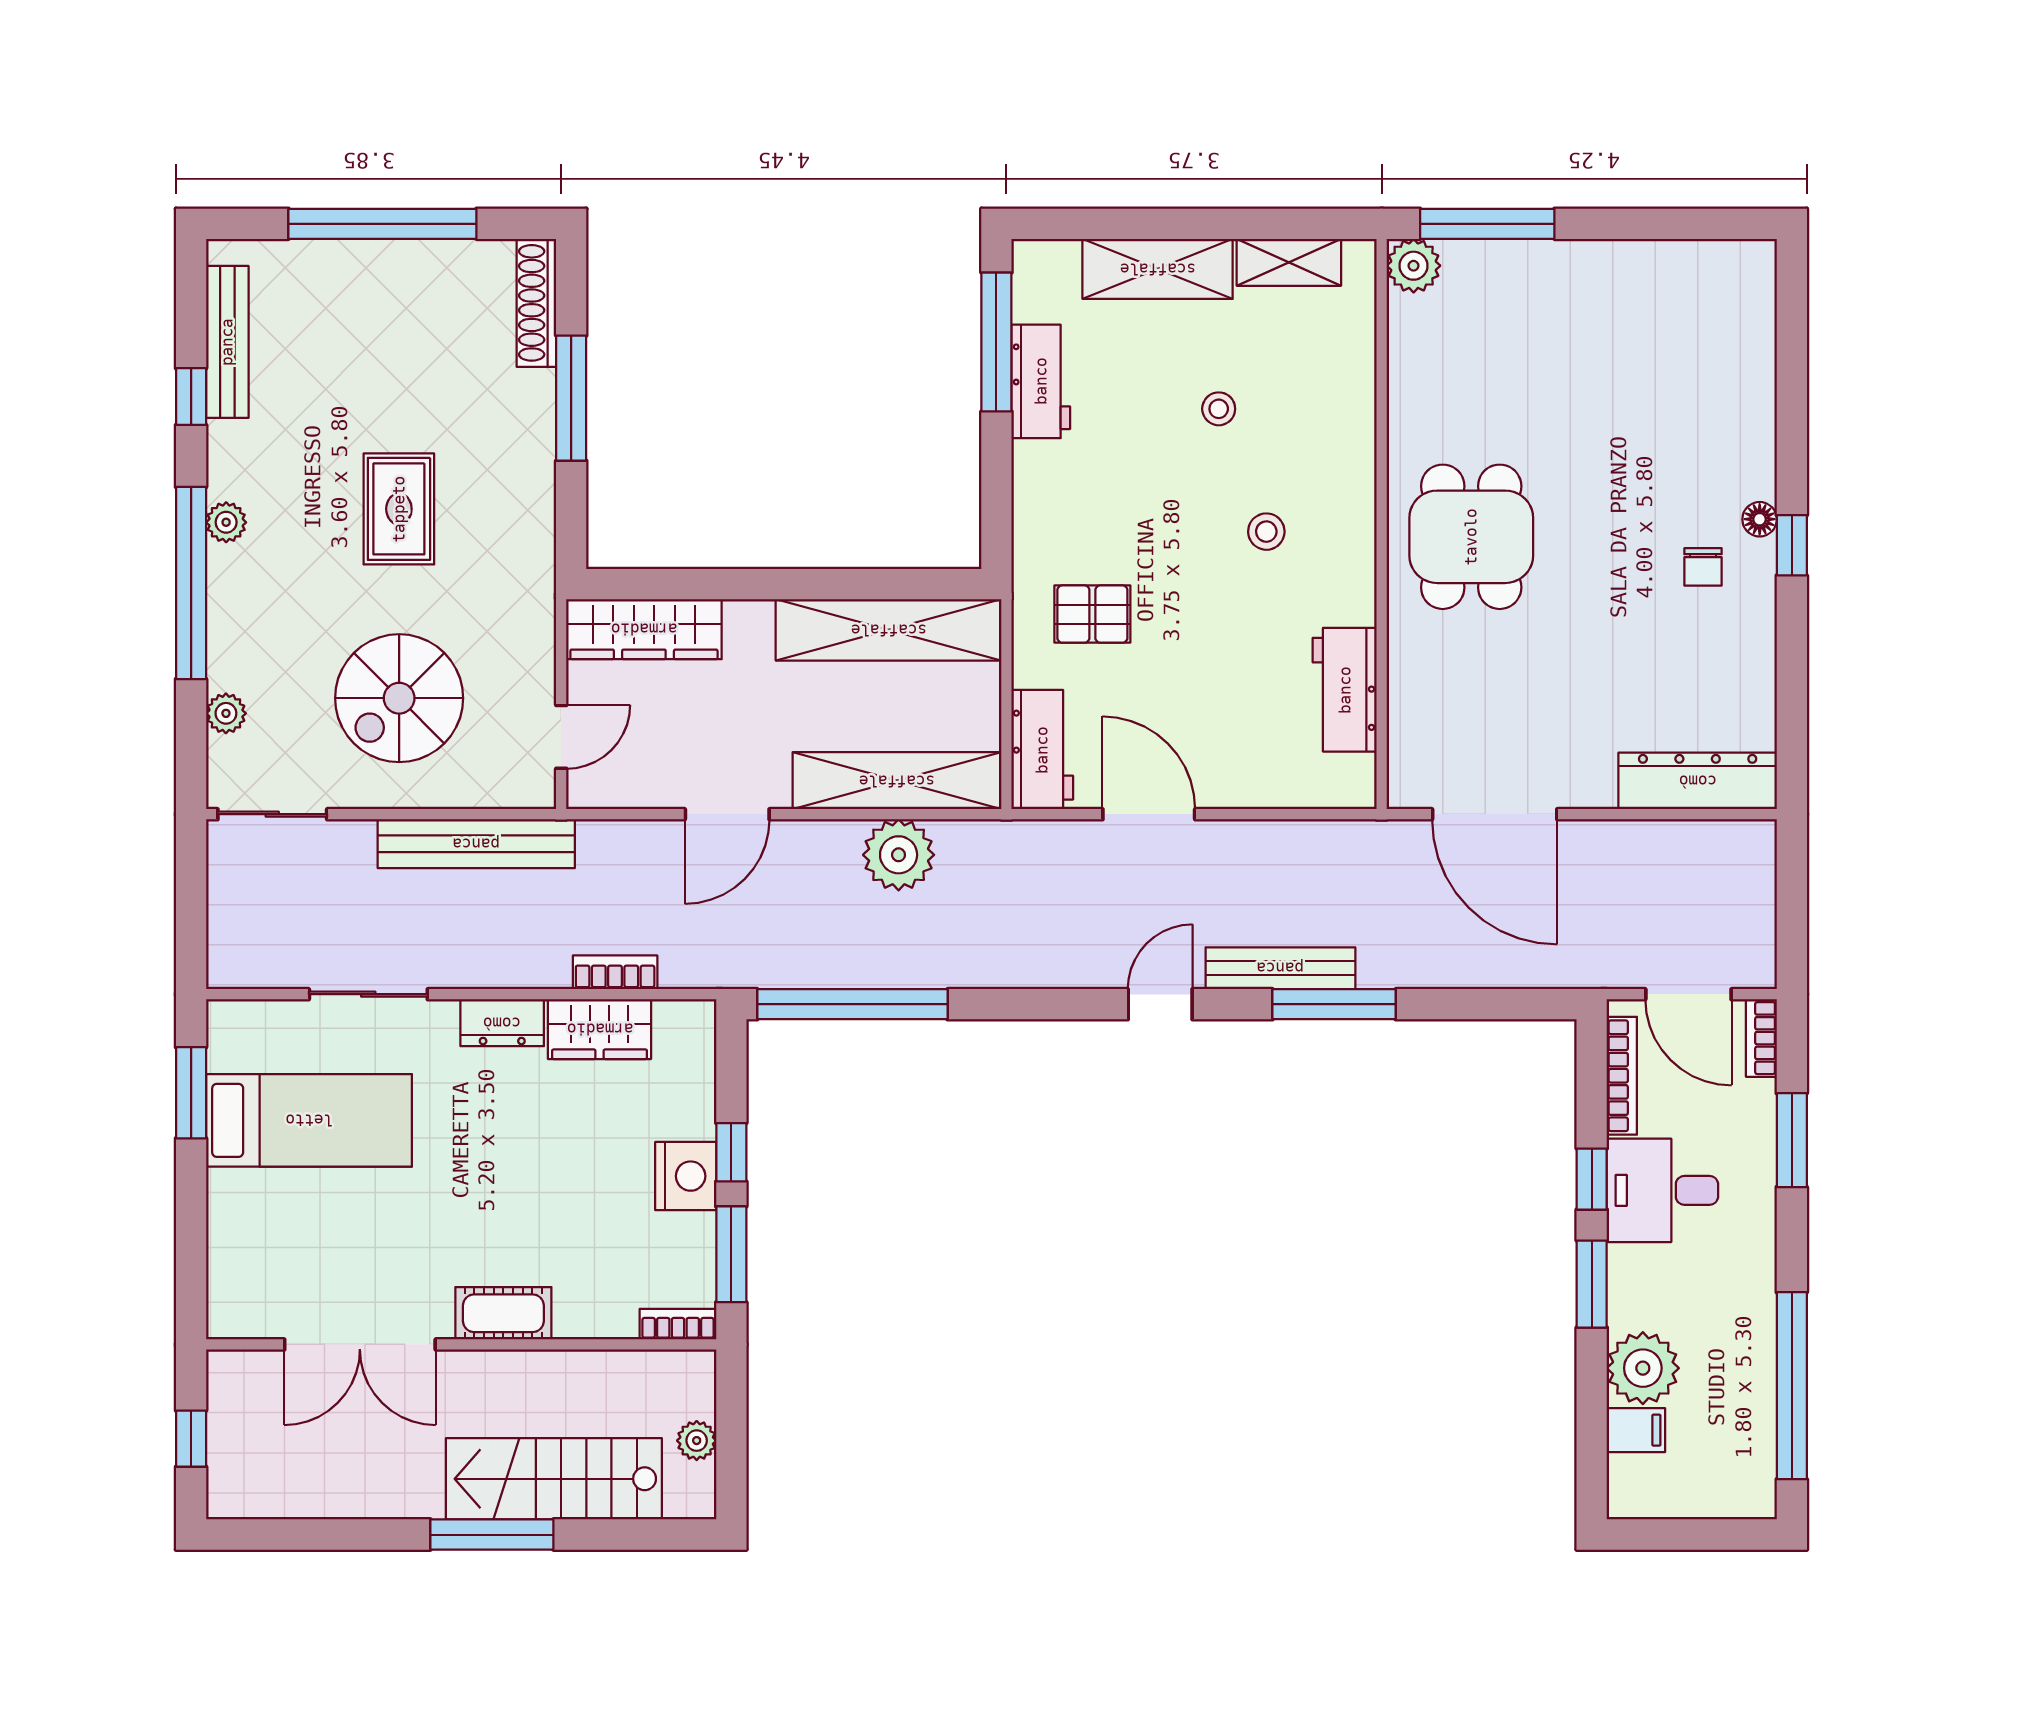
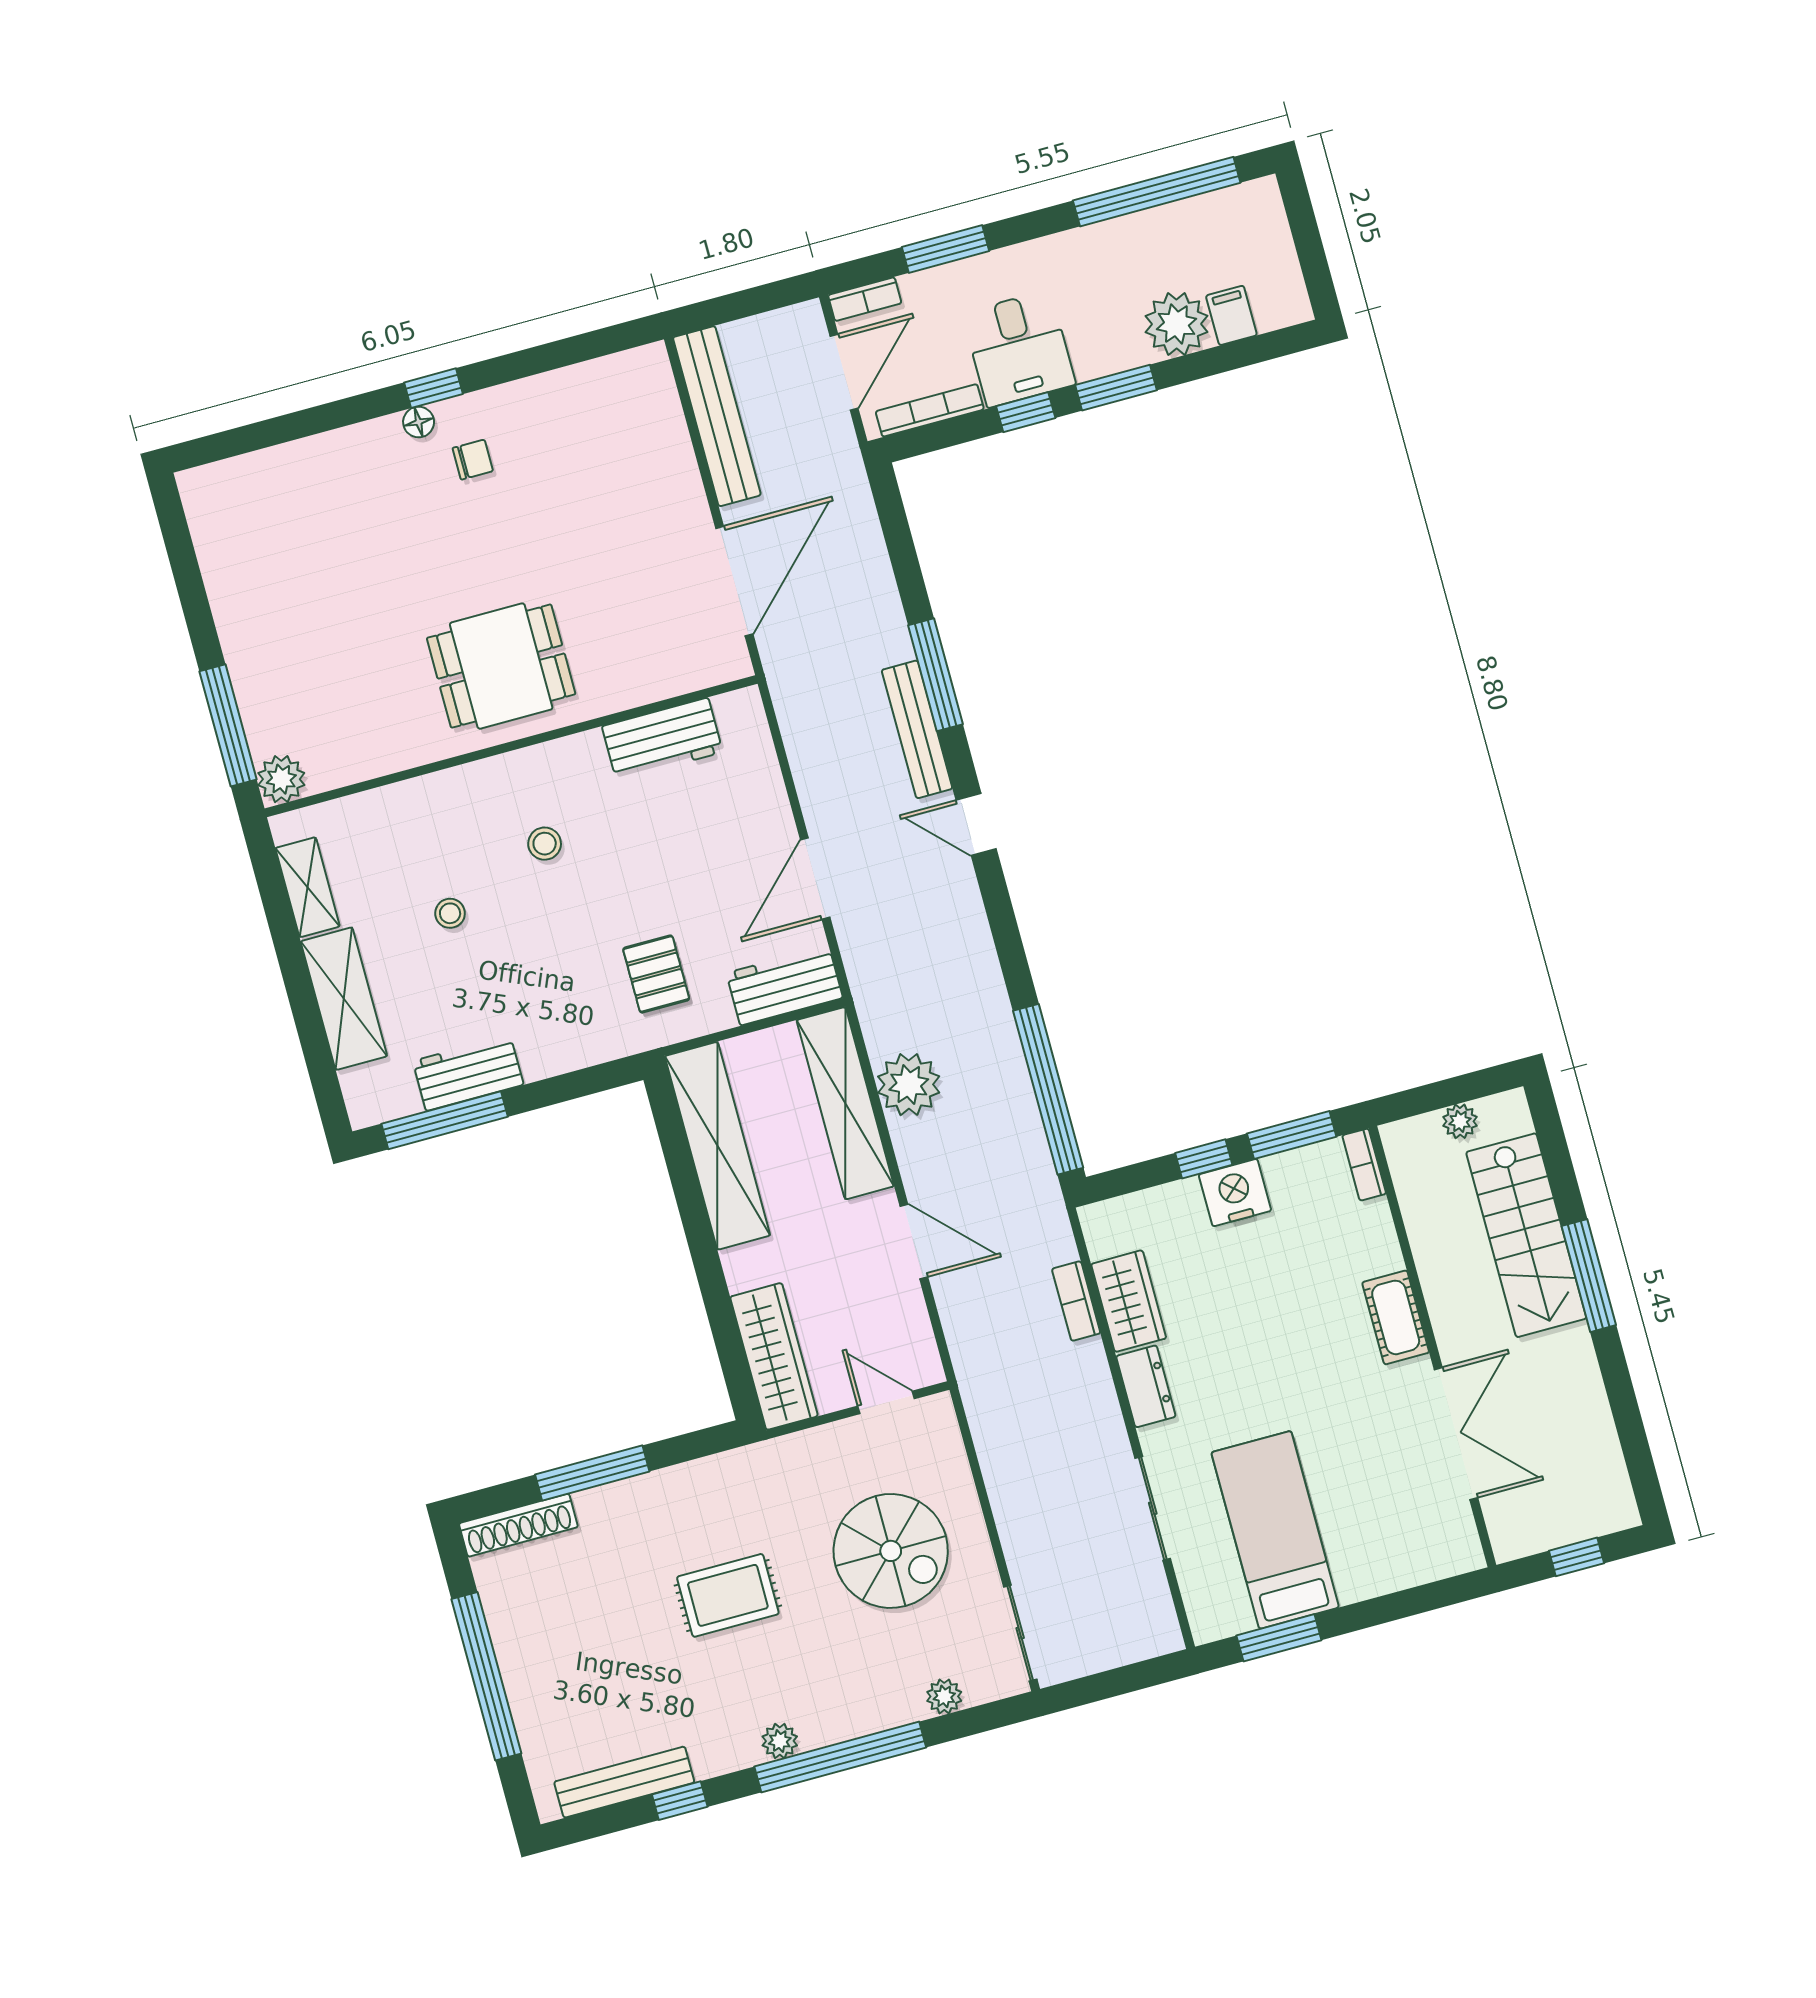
dresser: (1698, 781) -> (658, 414), removed
bench: (476, 844) -> (717, 416), moved

